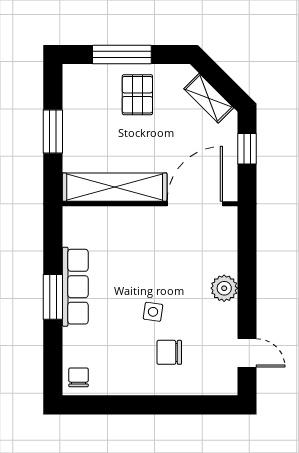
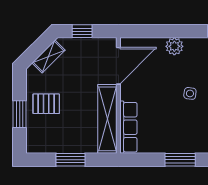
window: (122, 55) -> (20, 114), width x0.69
door: (195, 204) -> (118, 66), swing flipped
row of seats: (75, 287) -> (128, 127), moved, turned 90

